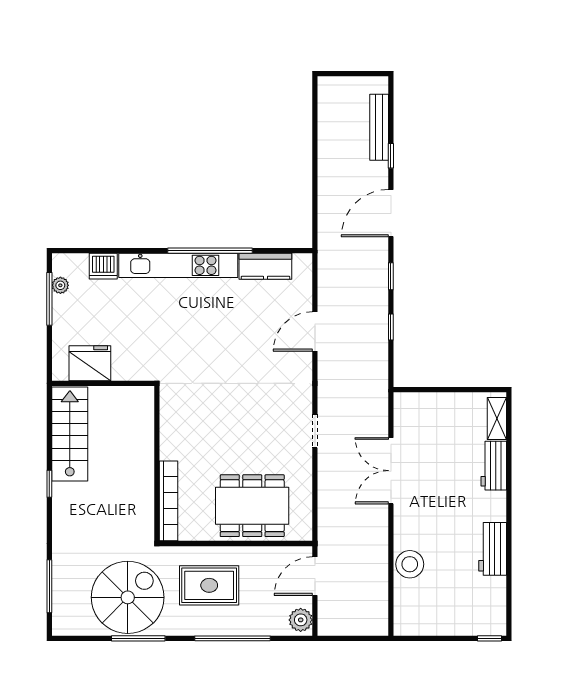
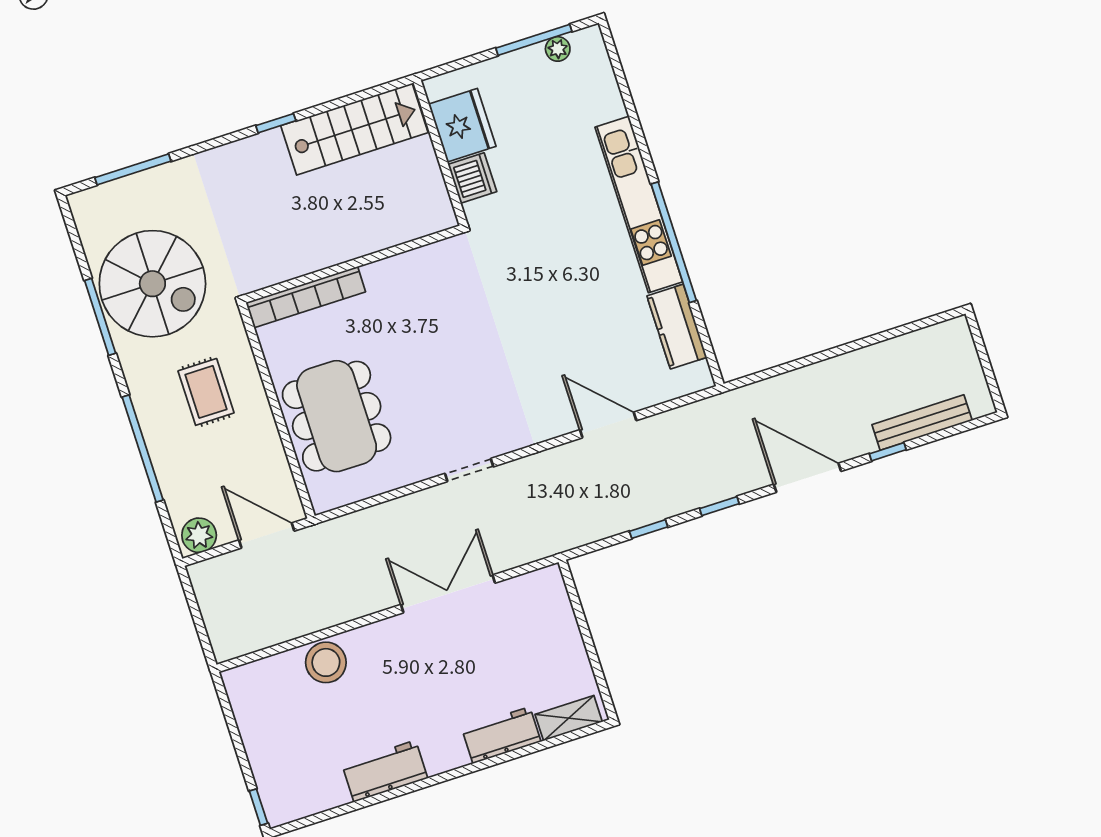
dishwasher: (103, 266) -> (472, 178), moved, turned 180
rug: (209, 585) -> (206, 392), width x0.73, depth x0.70

